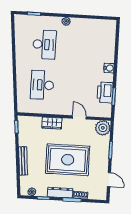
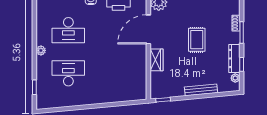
desk: (42, 85) -> (68, 30), moved
door: (79, 117) -> (148, 29), width x1.88
rug: (68, 160) -> (197, 40), width x0.54, depth x0.49
dresser: (60, 193) -> (234, 58), moved

